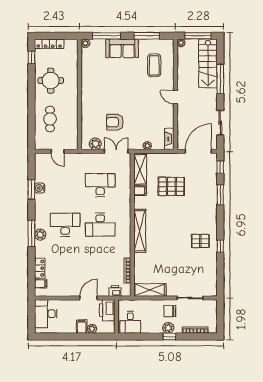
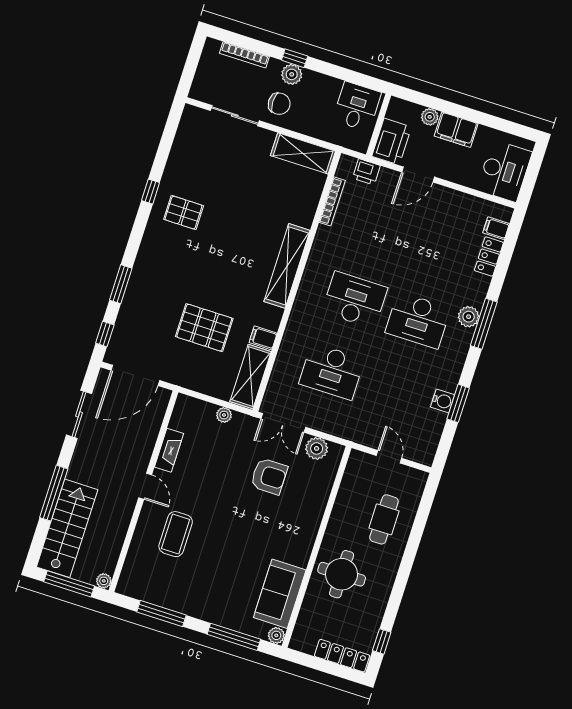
sofa: (122, 48) -> (280, 594), moved, turned -90
coffee table: (154, 65) -> (176, 534), moved
round table: (51, 81) -> (342, 574), moved
fireplace: (169, 139) -> (169, 450), moved
filing cabinet: (82, 327) -> (456, 130), width x2.00

